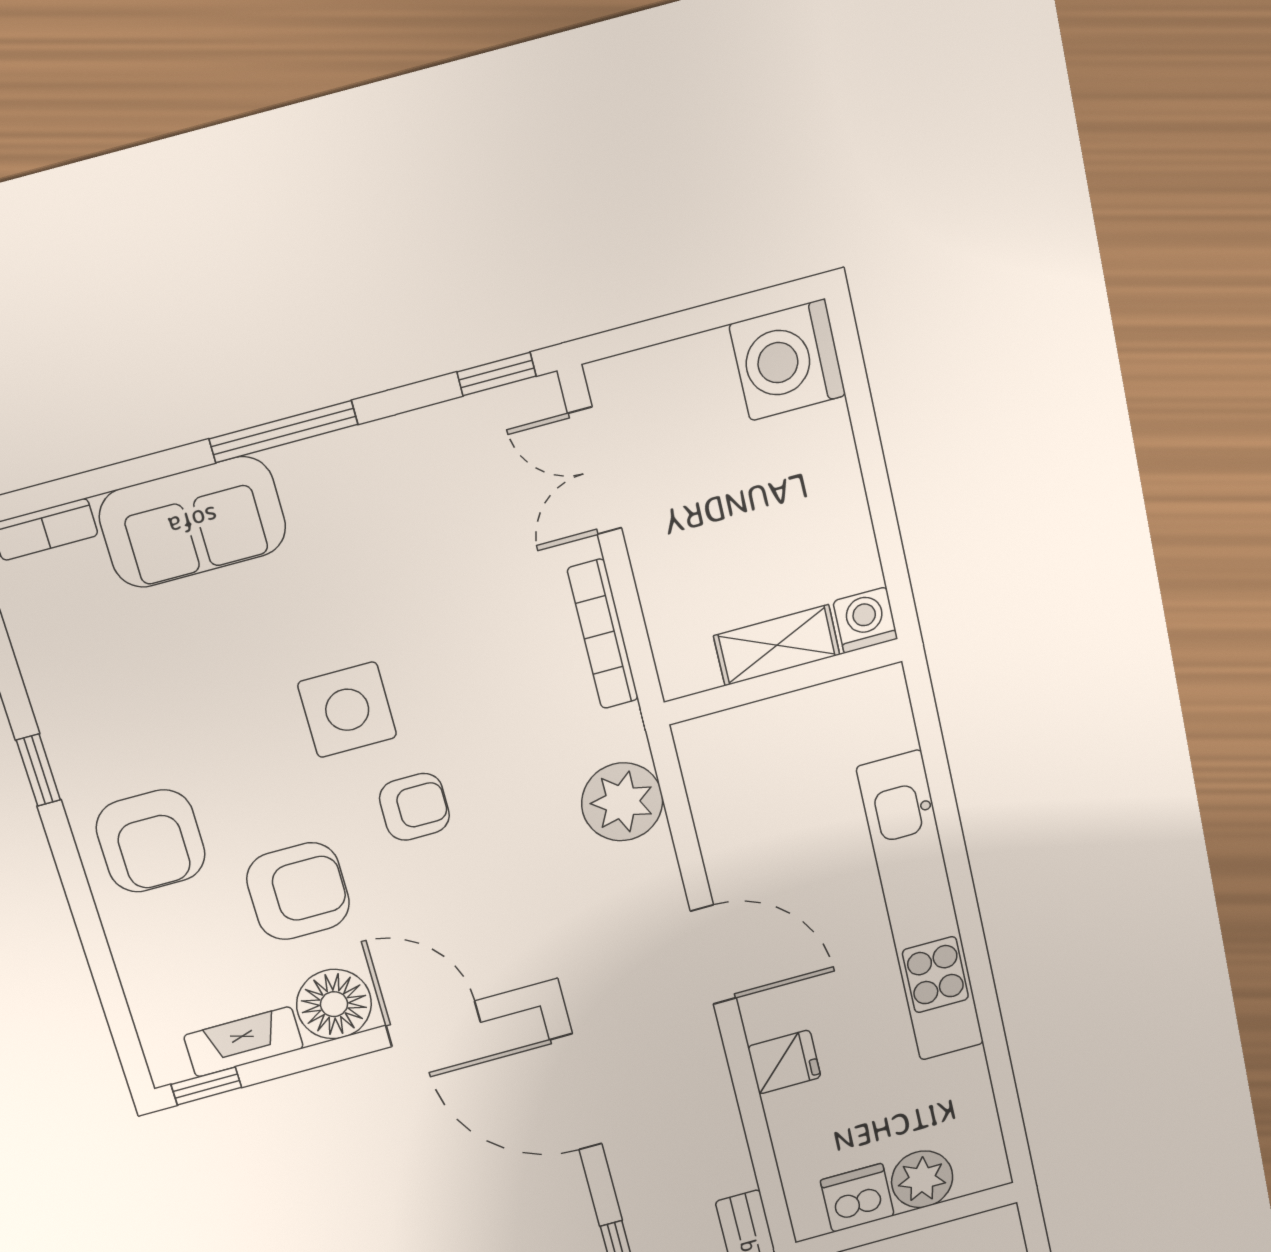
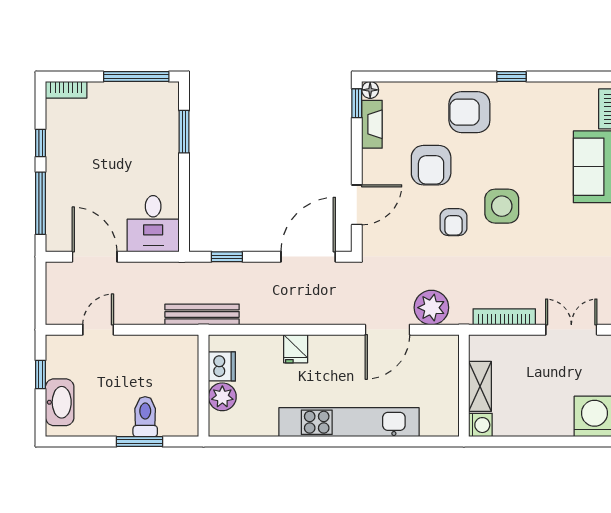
door: (713, 955) -> (387, 330), moved
floor lamp: (334, 1004) -> (370, 90), moved, width x0.53, depth x0.53

